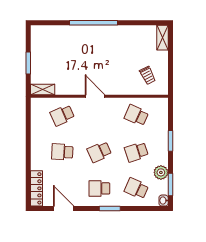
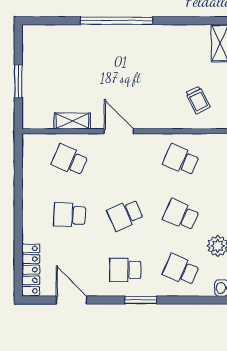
shelving: (43, 89) -> (72, 121), moved
school desk: (62, 115) -> (70, 160), turned 48
school desk: (136, 152) -> (181, 215), turned 42

